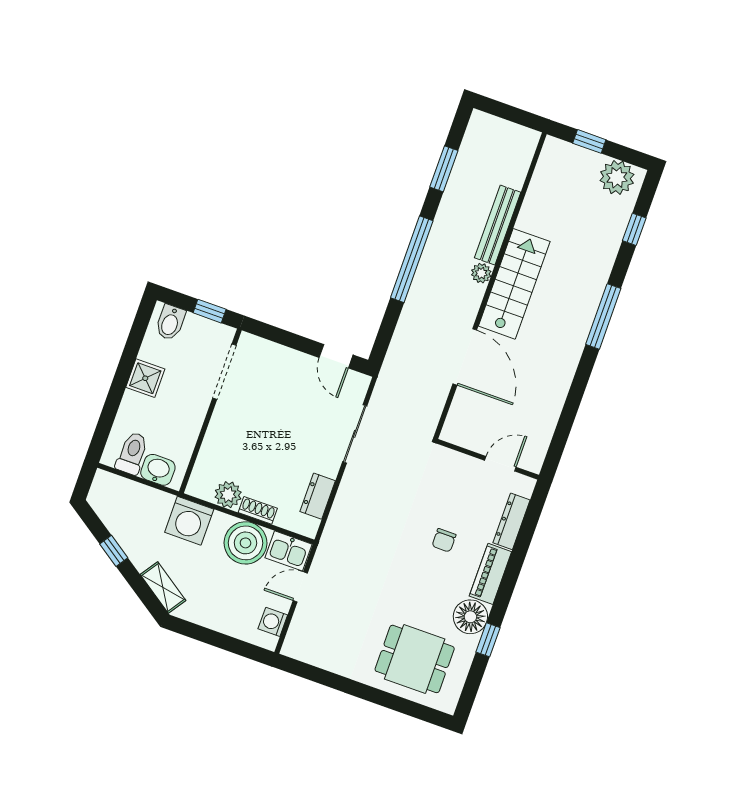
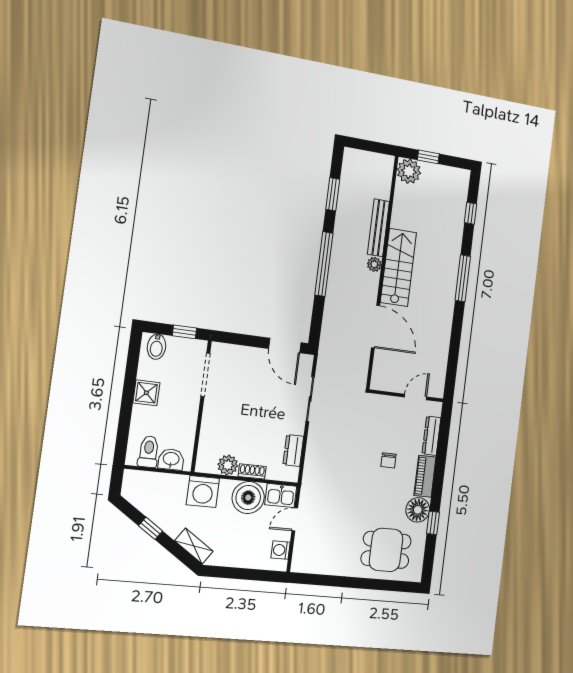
plant: (617, 178) -> (409, 171), moved
door: (336, 356) -> (285, 346), width x1.38

